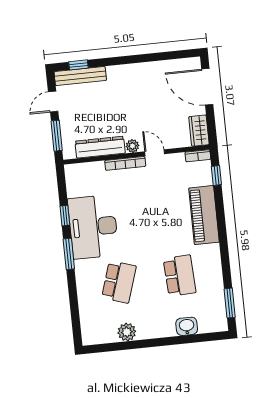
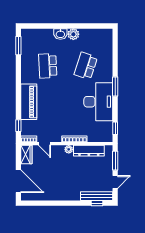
door: (155, 153) -> (45, 144), moved
window: (65, 216) -> (115, 128), moved
washbasin: (187, 326) -> (60, 34), moved
plant: (127, 332) -> (73, 34), moved

